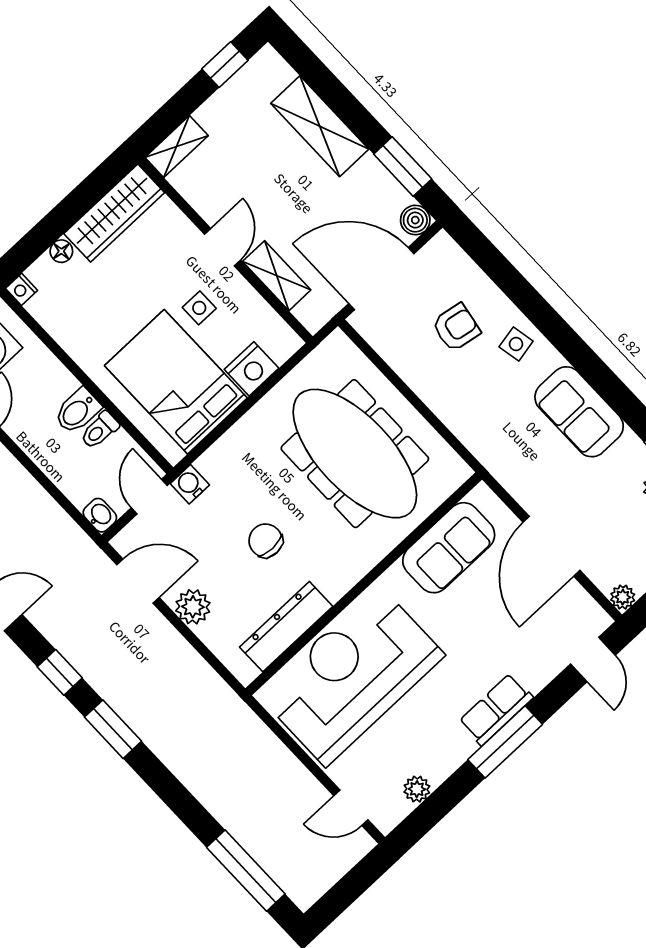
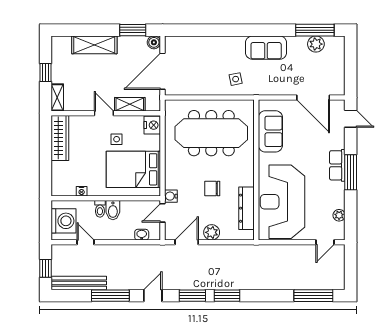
window: (225, 65) -> (45, 72), moved
floor lamp: (61, 251) -> (56, 167), removed
nightstand: (22, 289) -> (82, 191), moved
armchair: (456, 327) -> (201, 62), removed
side table: (516, 344) -> (236, 79), moved
nightstand: (252, 369) -> (152, 125), moved
toilet: (100, 430) -> (100, 209), moved
door: (149, 497) -> (163, 213), hinge flipped
washbasin: (100, 515) -> (142, 235), moved
door: (551, 546) -> (313, 98), moved
plant: (623, 597) -> (339, 90), removed
window: (60, 672) -> (192, 296), width x1.50

